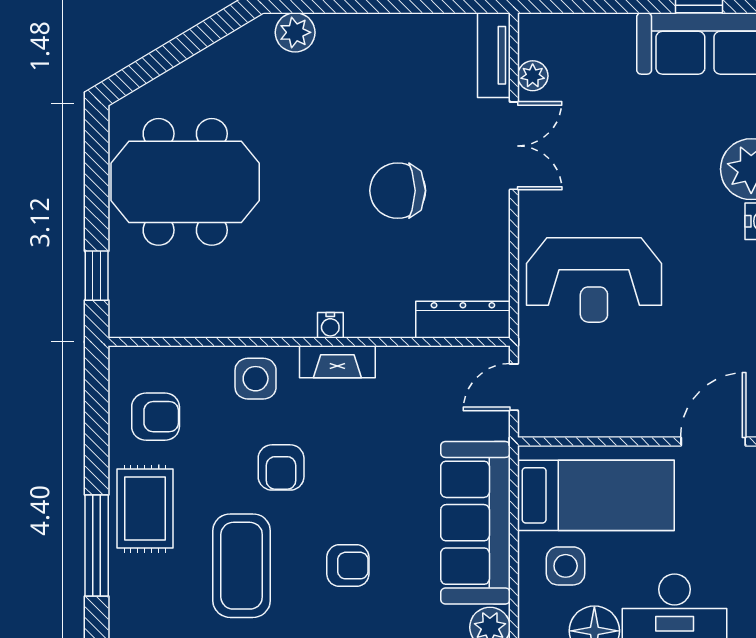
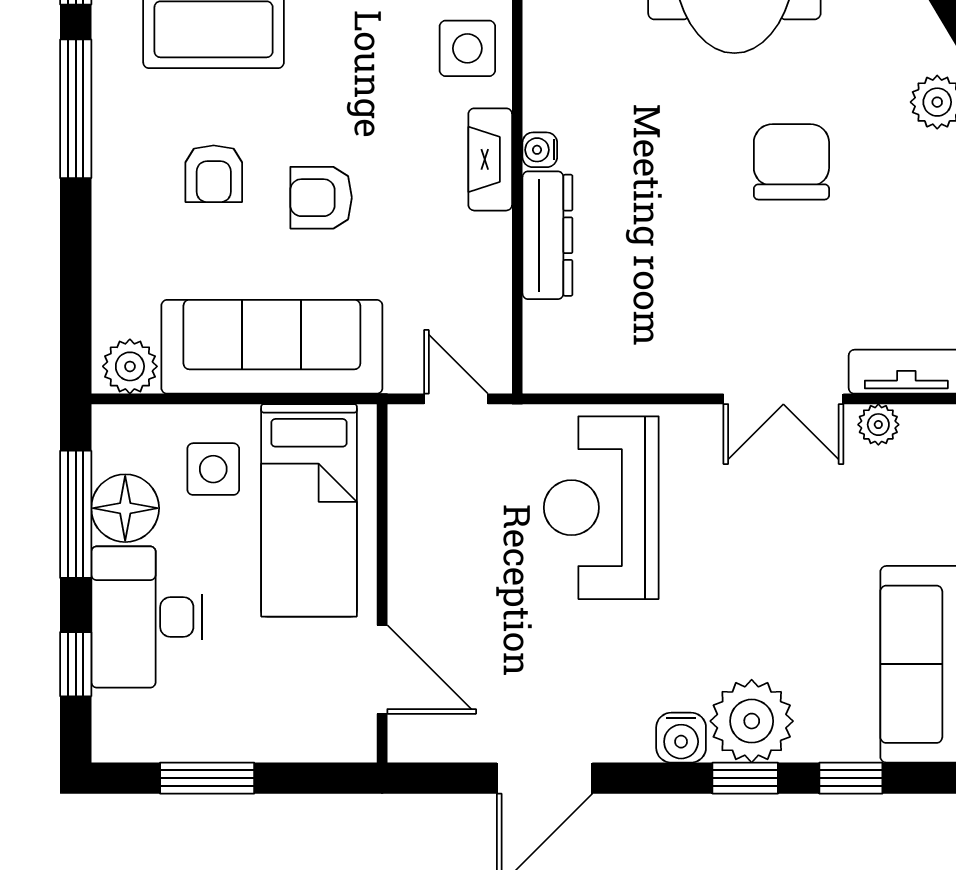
chair: (398, 191) -> (791, 162), moved
dresser: (463, 320) -> (547, 235), moved
armchair: (281, 467) -> (321, 198), moved

